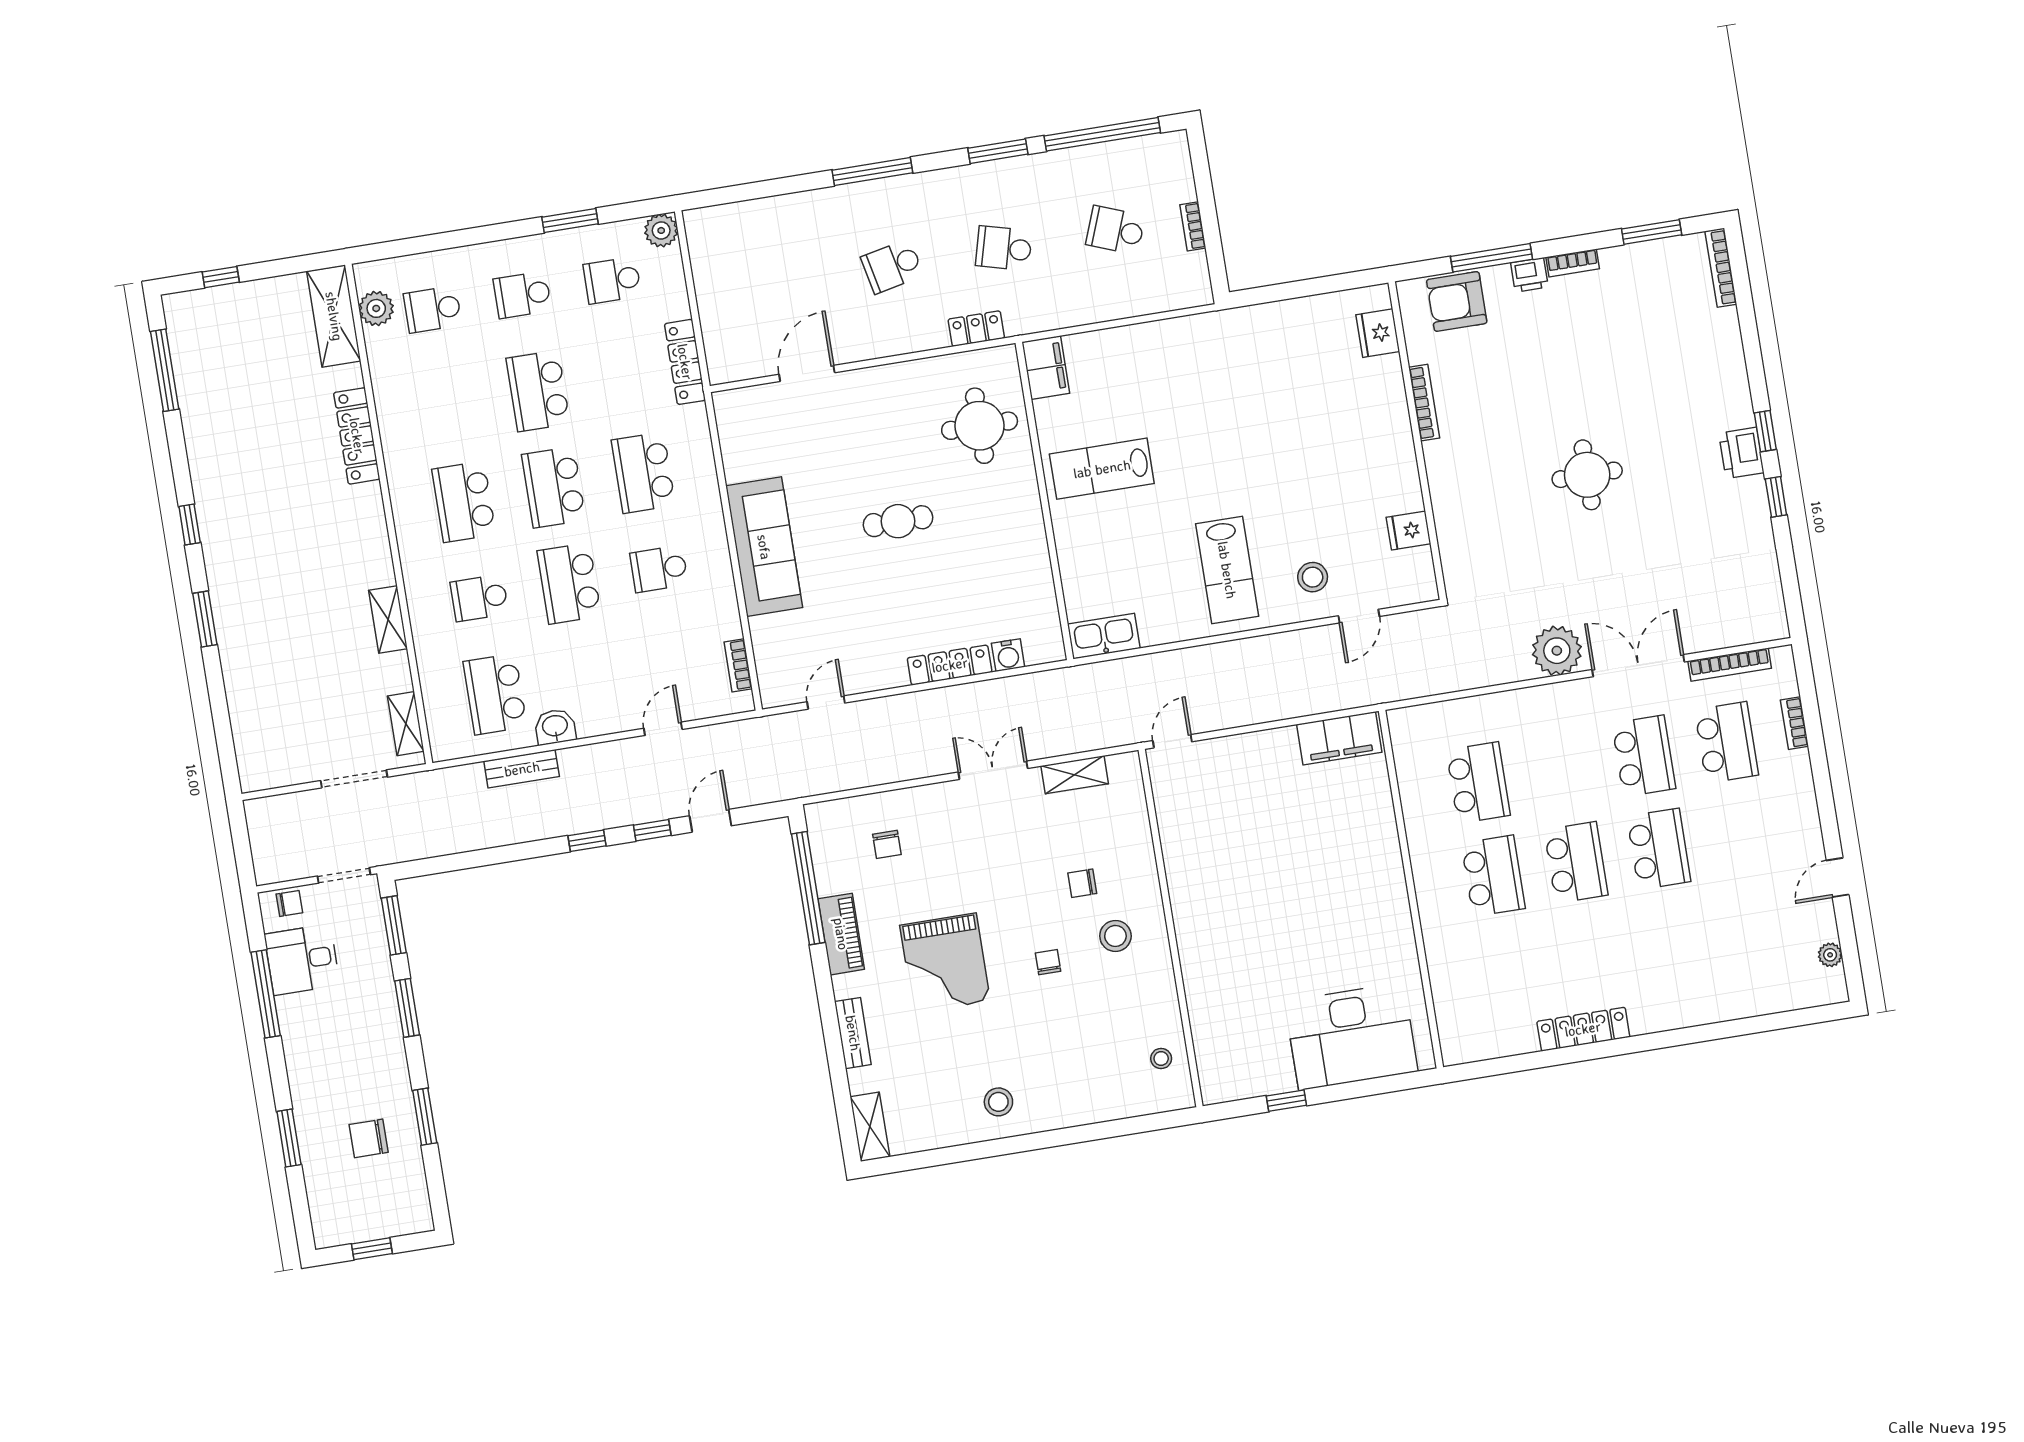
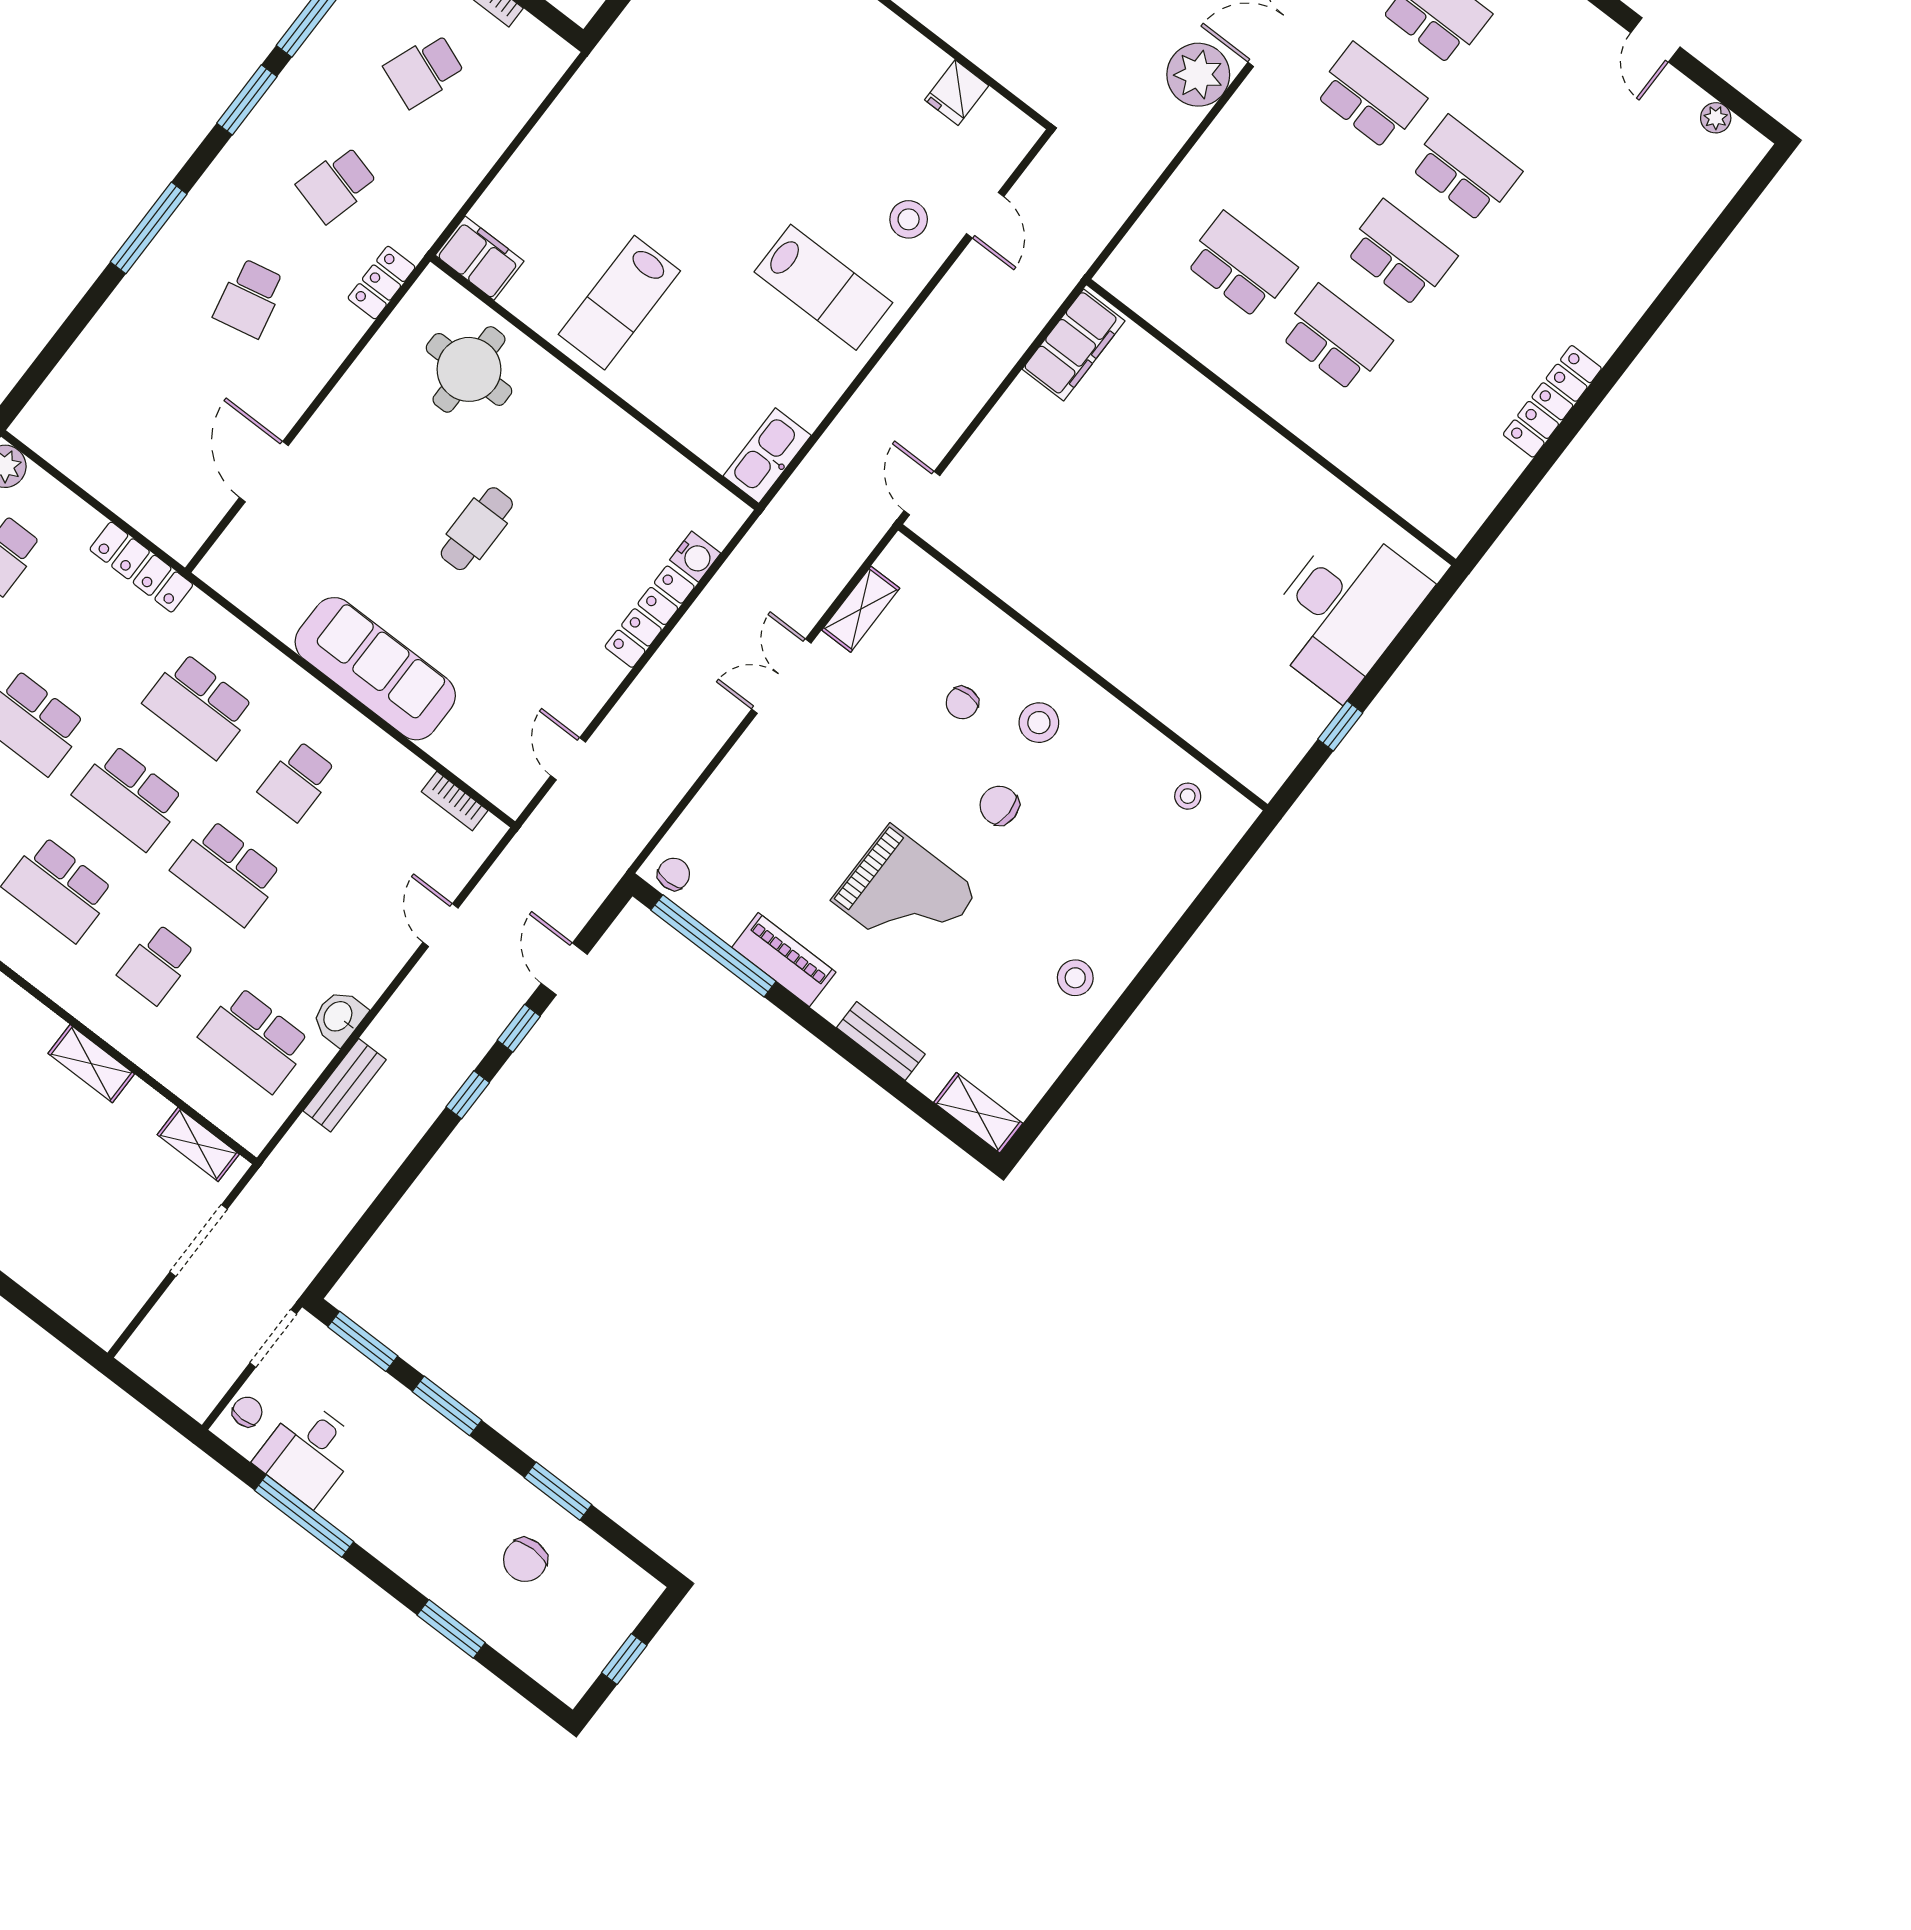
chair: (887, 844) -> (674, 874), moved, turned -90
chair: (1048, 962) -> (999, 805), width x1.37, depth x1.37

